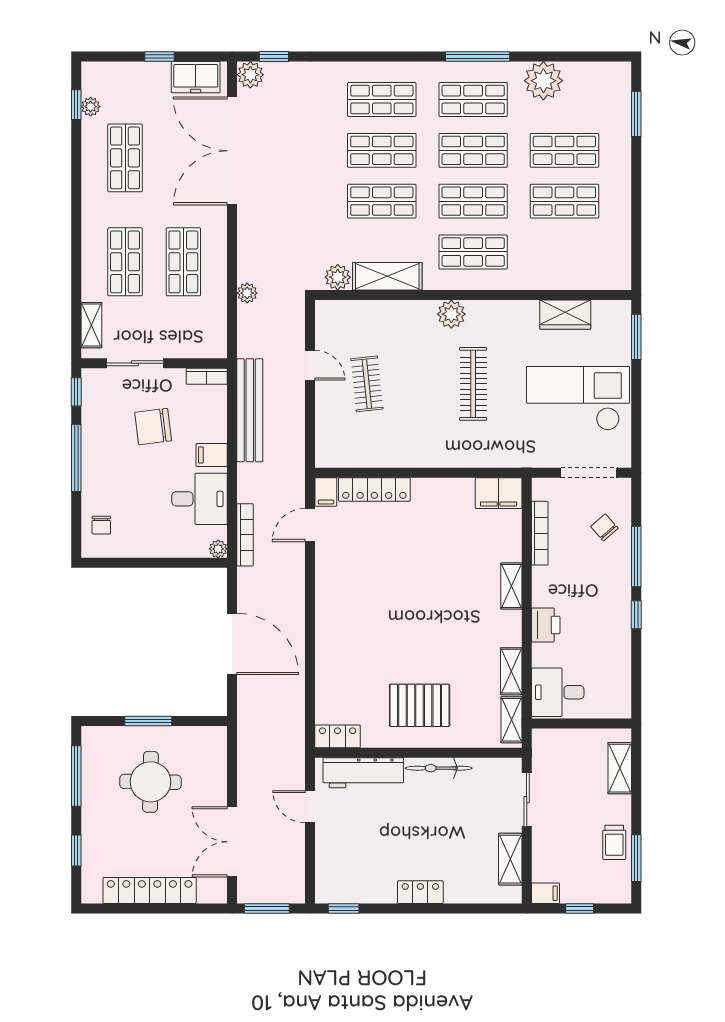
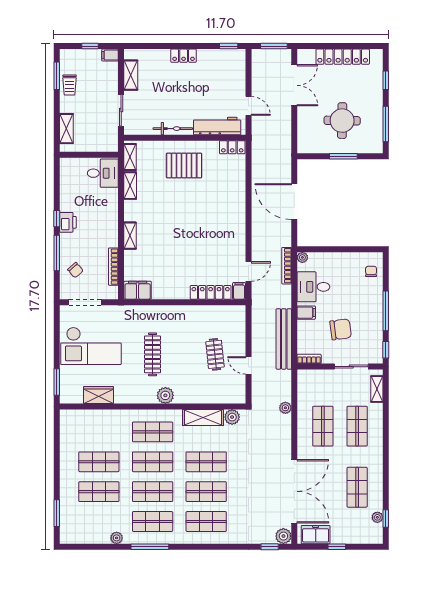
plant: (543, 81) -> (117, 538), width x0.53, depth x0.53
printer: (546, 625) -> (68, 222), moved, turned 180
trolley: (614, 842) -> (70, 85), turned 180

